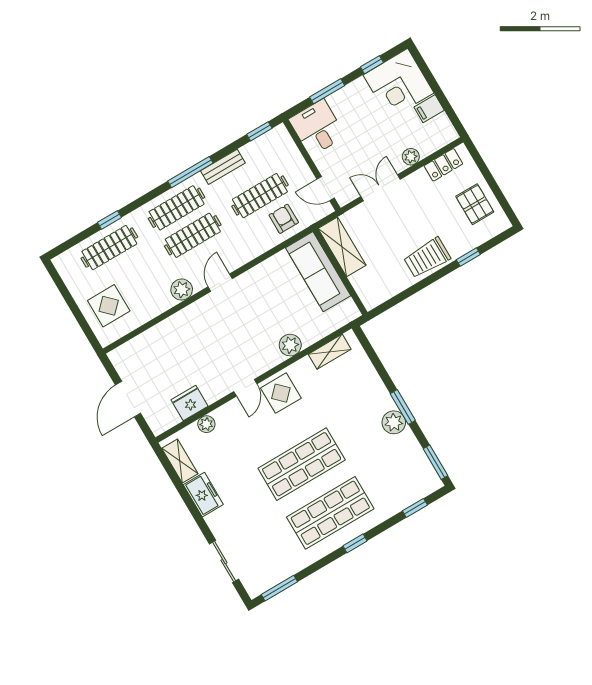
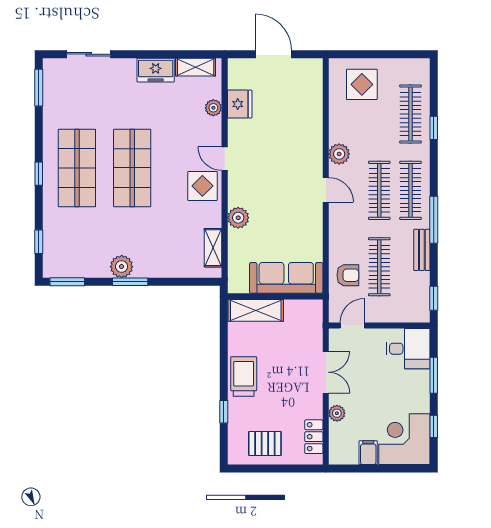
shelving: (342, 247) -> (256, 310), moved

